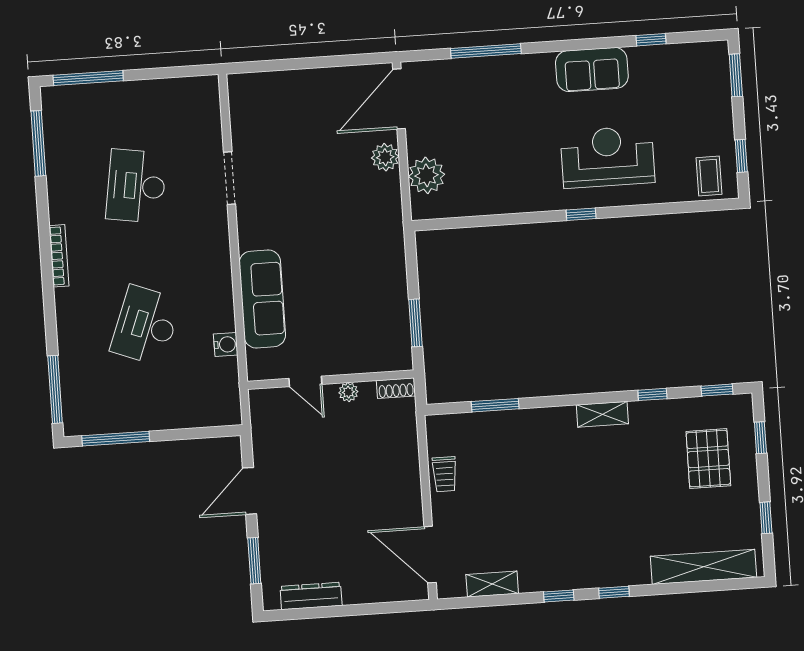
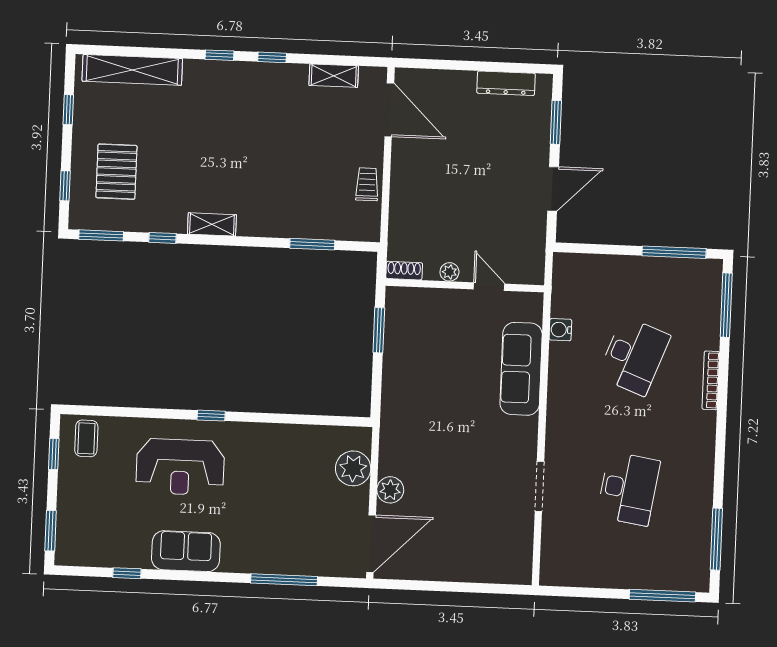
bookcase: (59, 256) -> (711, 380), moved
window: (717, 390) -> (101, 235), width x1.50

